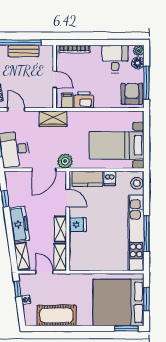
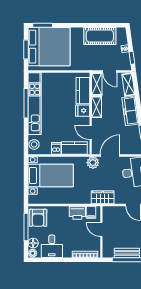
kitchen counter: (77, 249) -> (83, 91), added

